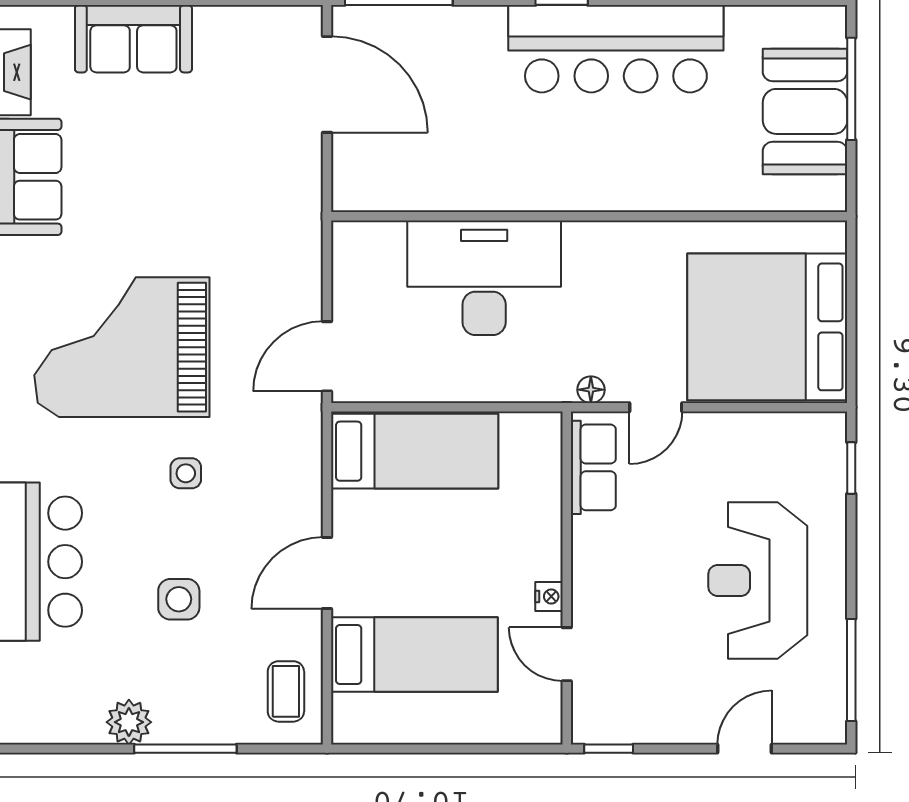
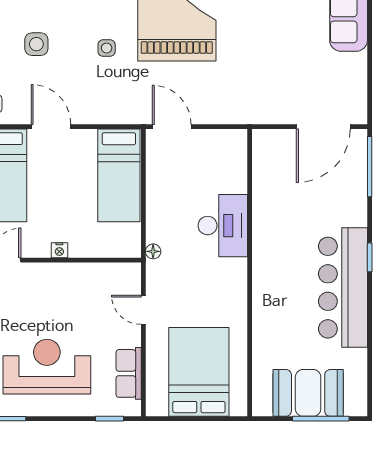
desk: (484, 278) -> (223, 226), width x0.73, depth x0.77
bed: (767, 327) -> (199, 372), width x0.73
floor lamp: (591, 390) -> (153, 251), moved
row of seats: (593, 467) -> (129, 373), moved, turned 90
nightstand: (549, 596) -> (59, 250), moved

